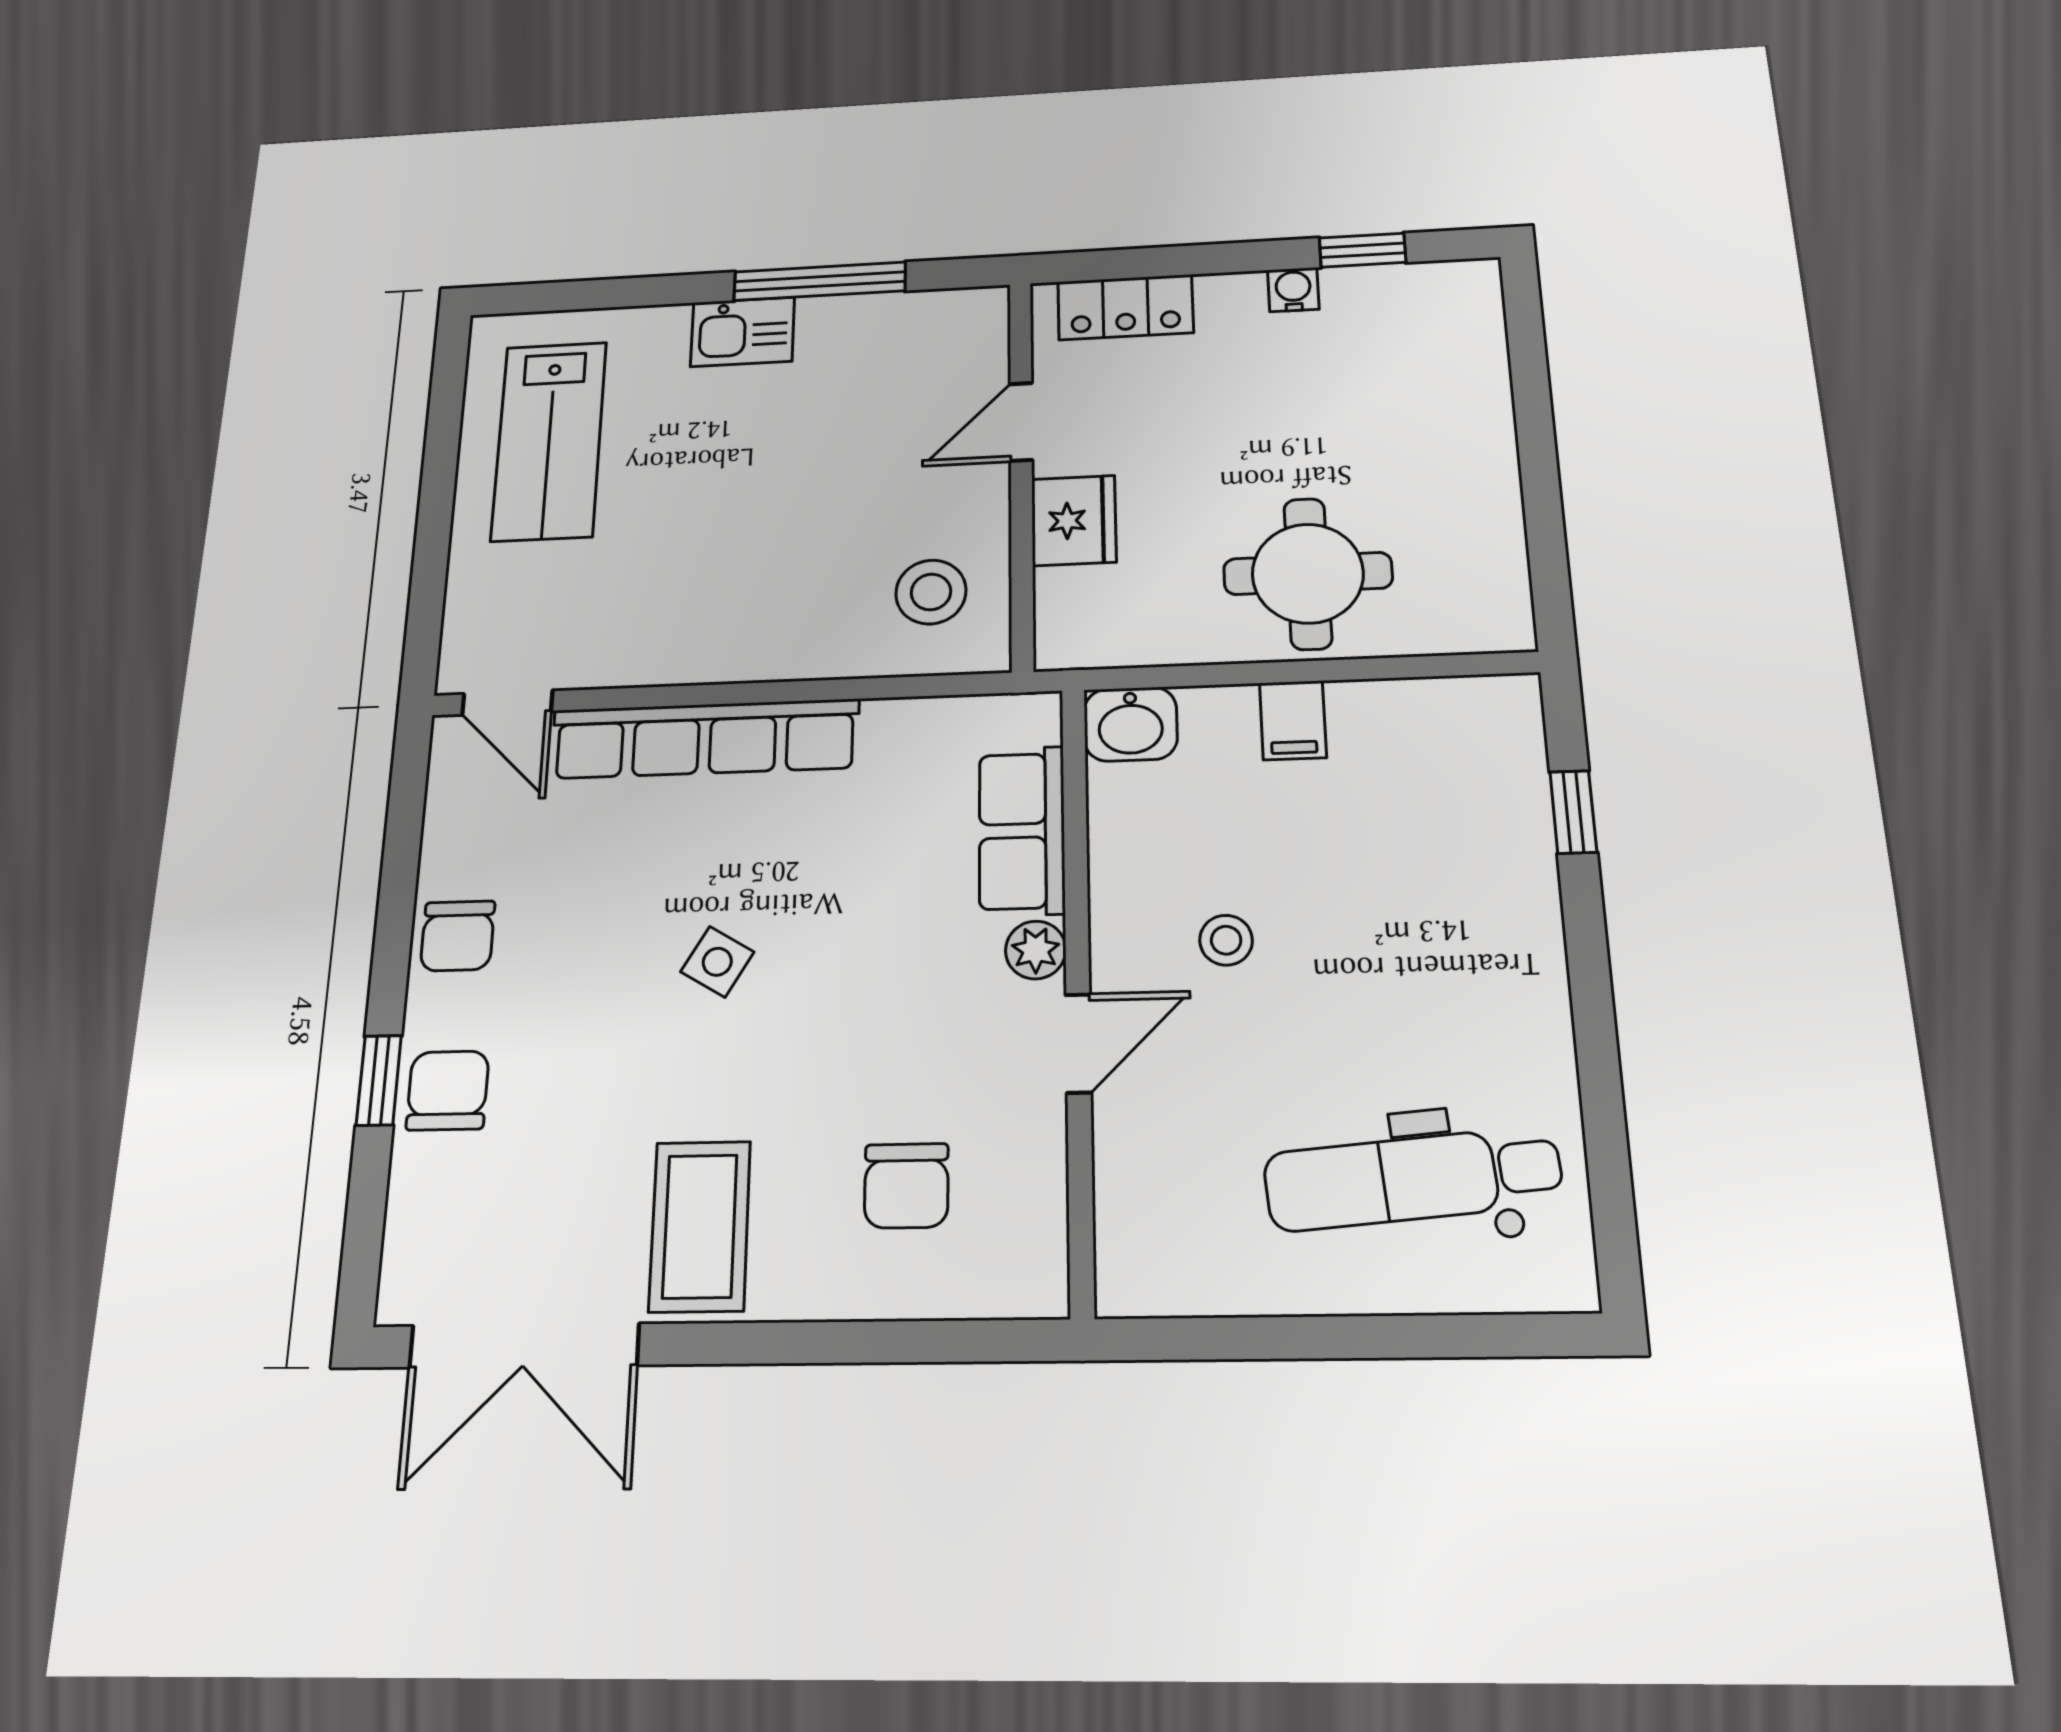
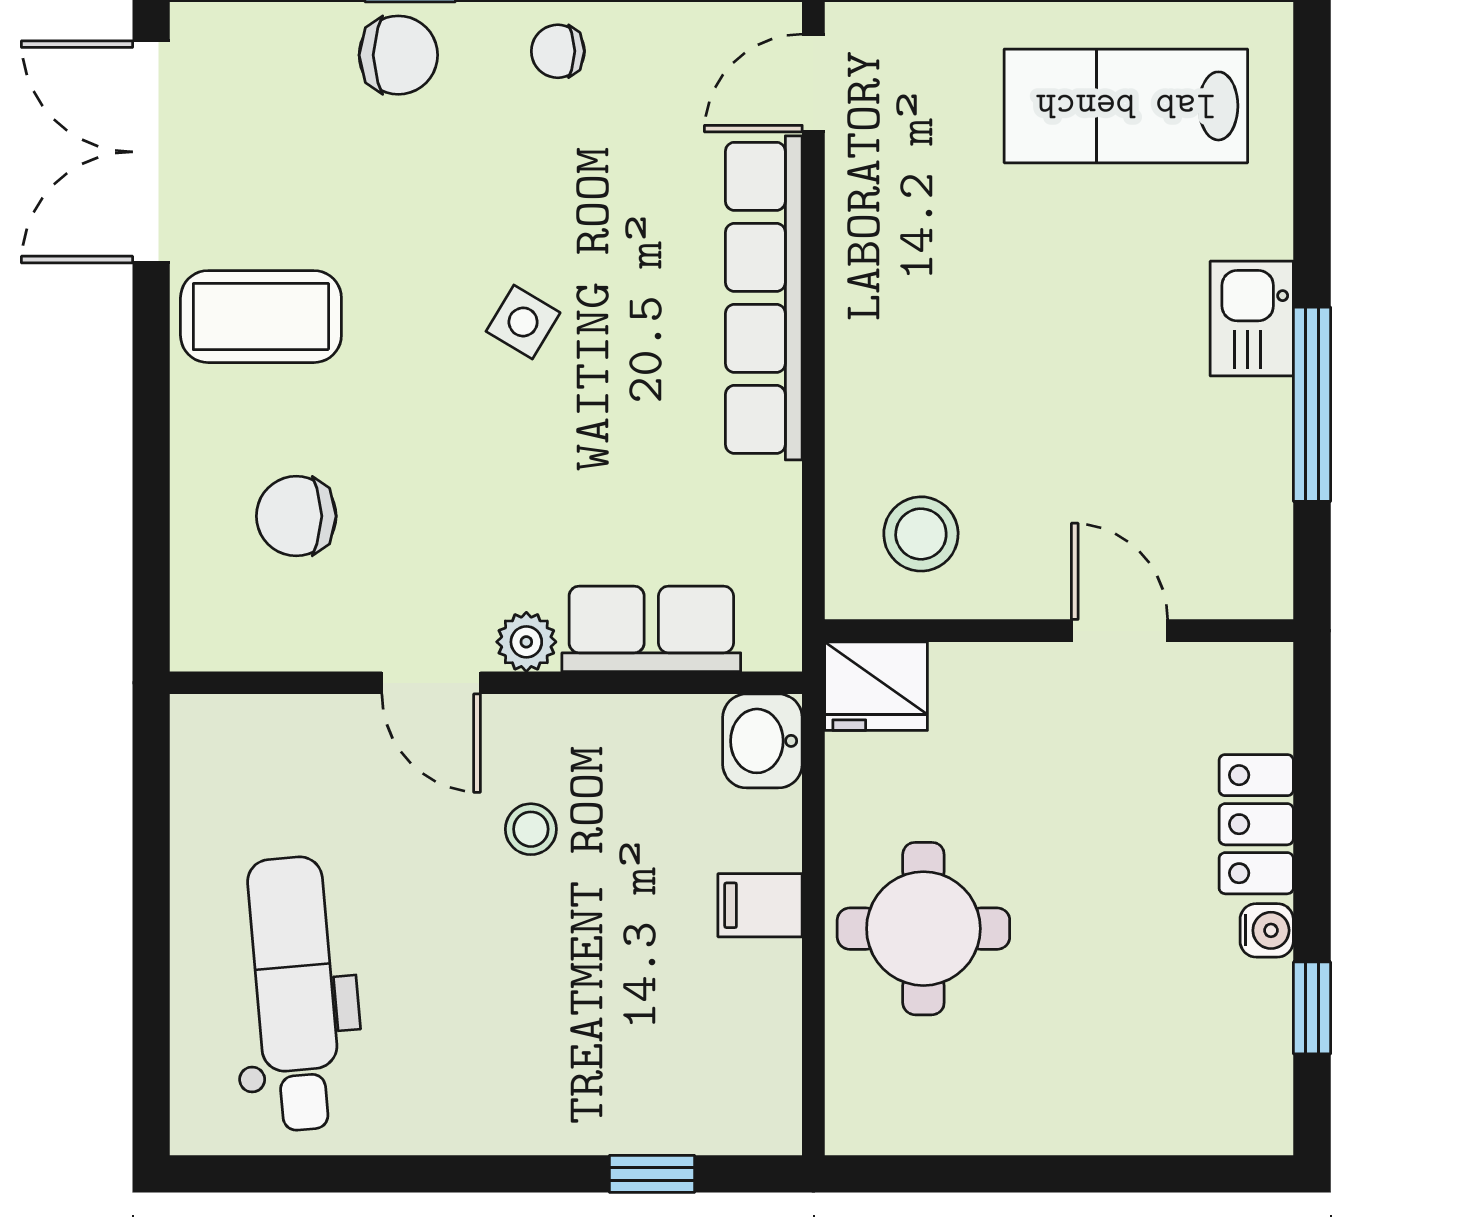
locker: (1125, 307) -> (1256, 824), moved
fridge: (1074, 520) -> (876, 686), moved
chair: (458, 936) -> (558, 51), width x0.73, depth x0.73

